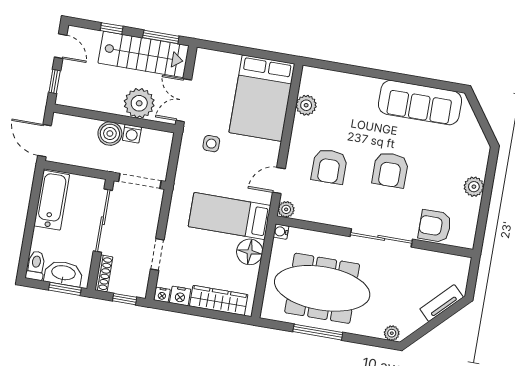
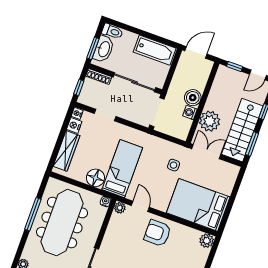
plant: (306, 105) -> (207, 241), moved
armchair: (329, 166) -> (157, 233), moved

